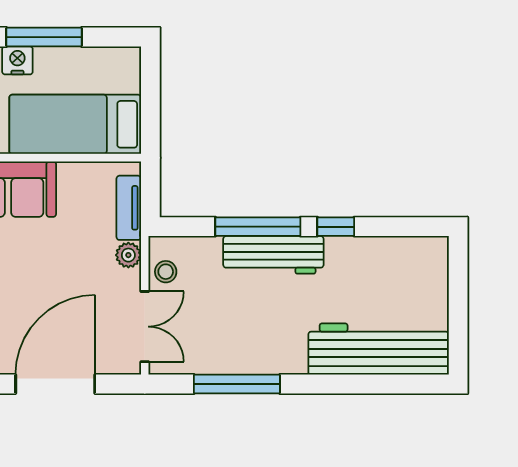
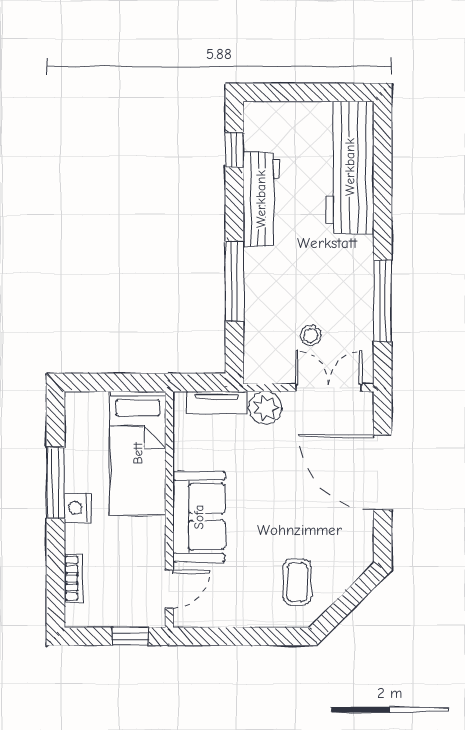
window: (336, 227) -> (234, 150), moved
plant: (128, 255) -> (266, 408), width x1.38, depth x1.38
workbench: (273, 255) -> (261, 199), moved
stool: (166, 272) -> (311, 336), moved

